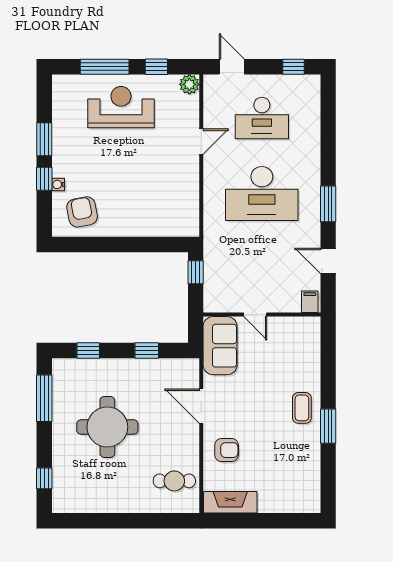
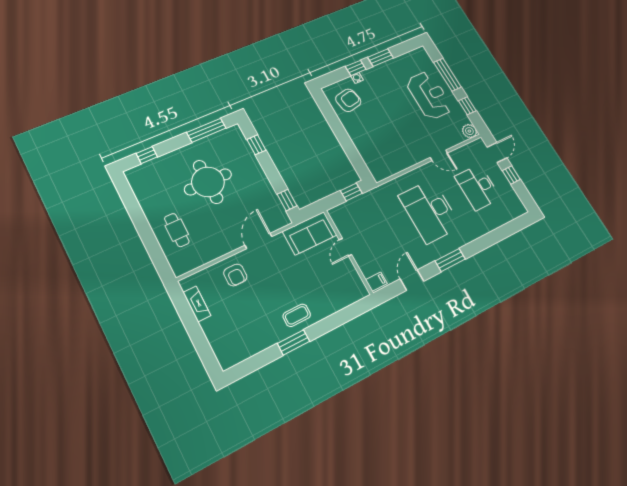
window: (294, 67) -> (511, 175), moved
window: (147, 350) -> (287, 200), moved
cafe table: (174, 481) -> (177, 230), moved
fireplace: (230, 502) -> (197, 304), width x0.73, depth x0.76

